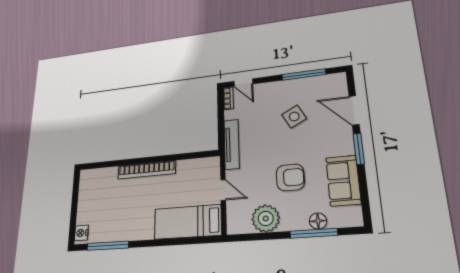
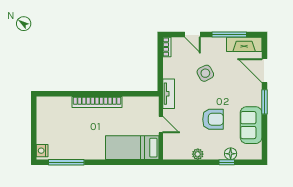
door: (243, 83) -> (193, 34), moved
fireplace: (324, 83) -> (244, 44), added
side table: (294, 117) -> (205, 73), moved
tv unit: (232, 144) -> (169, 94), width x0.71
plant: (266, 218) -> (198, 154), width x0.53, depth x0.53
window: (314, 233) -> (227, 162), width x0.46

